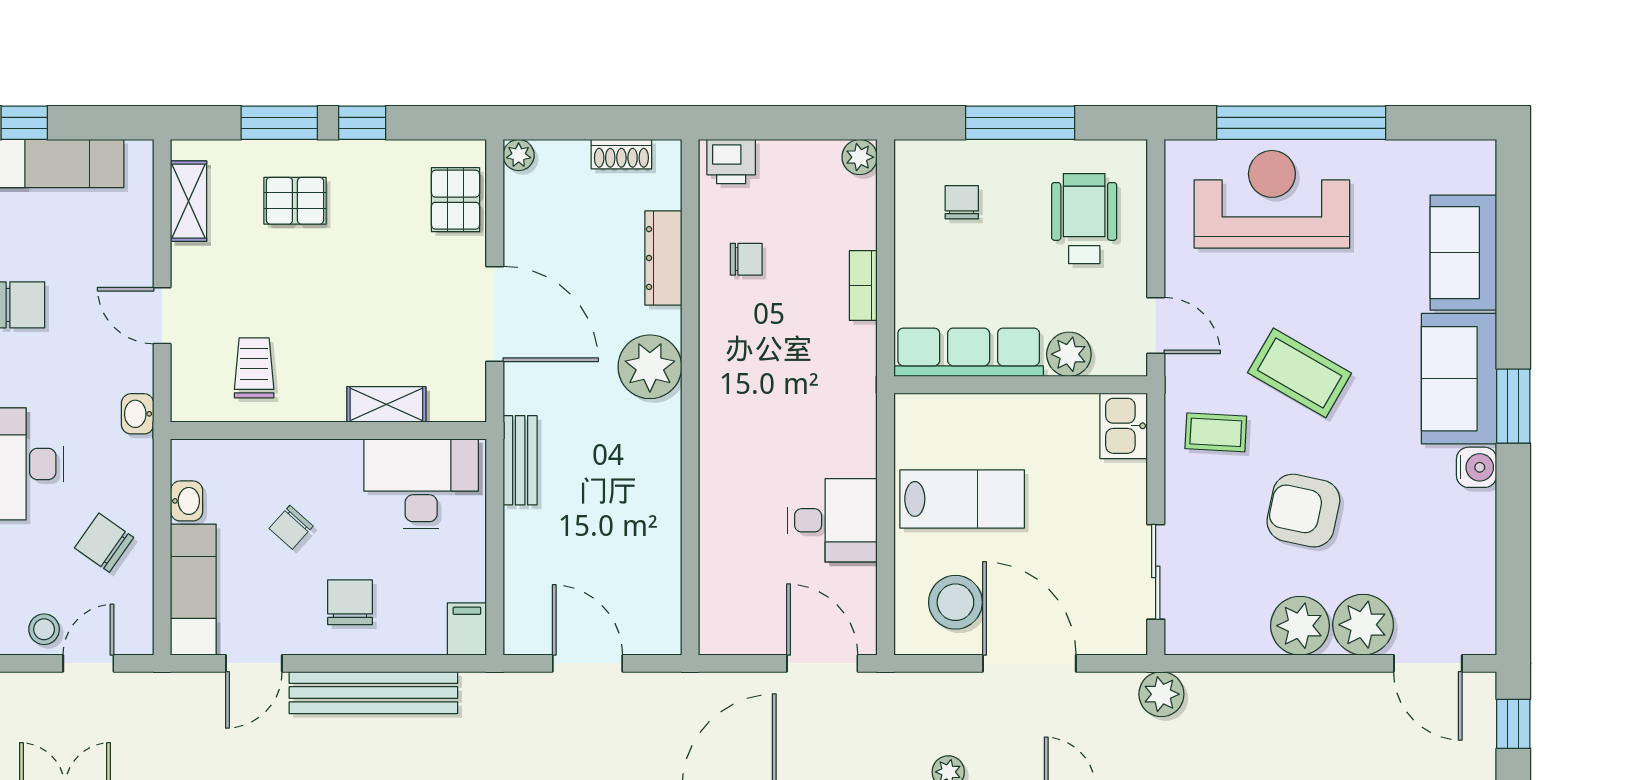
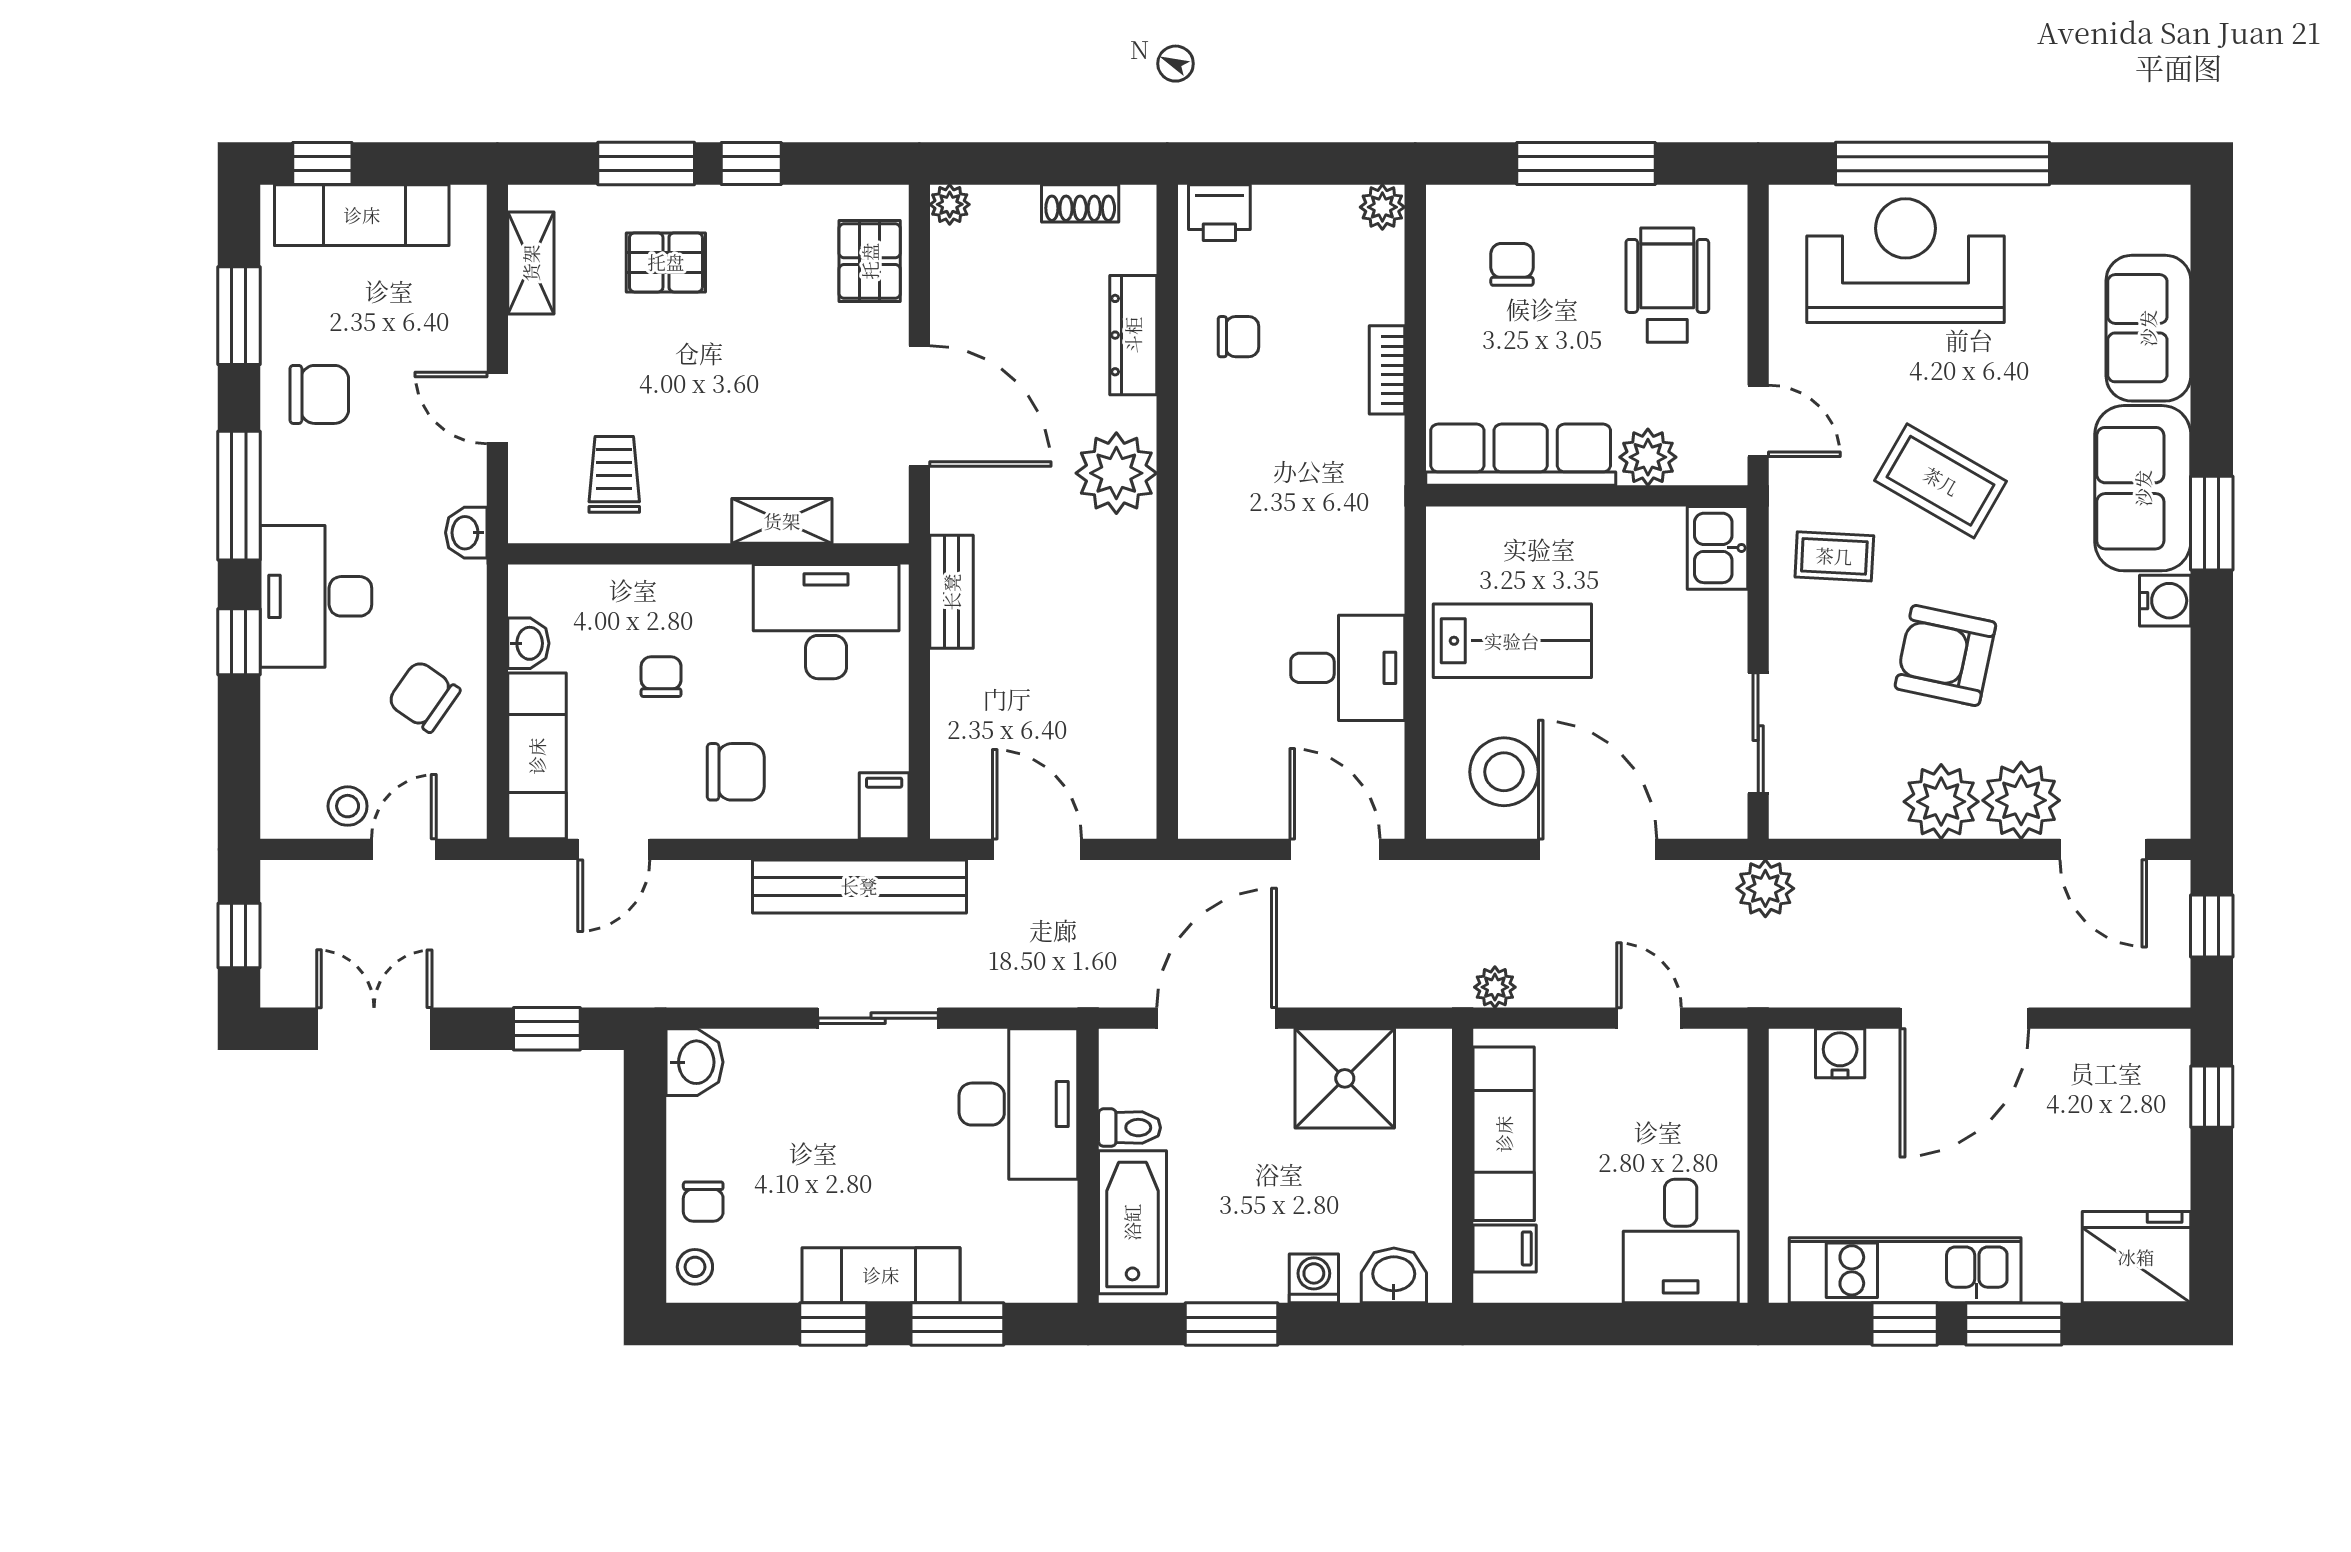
chair: (291, 527) -> (661, 677), turned 138
chair: (350, 602) -> (736, 772), turned 90
bench: (373, 693) -> (859, 886), moved

